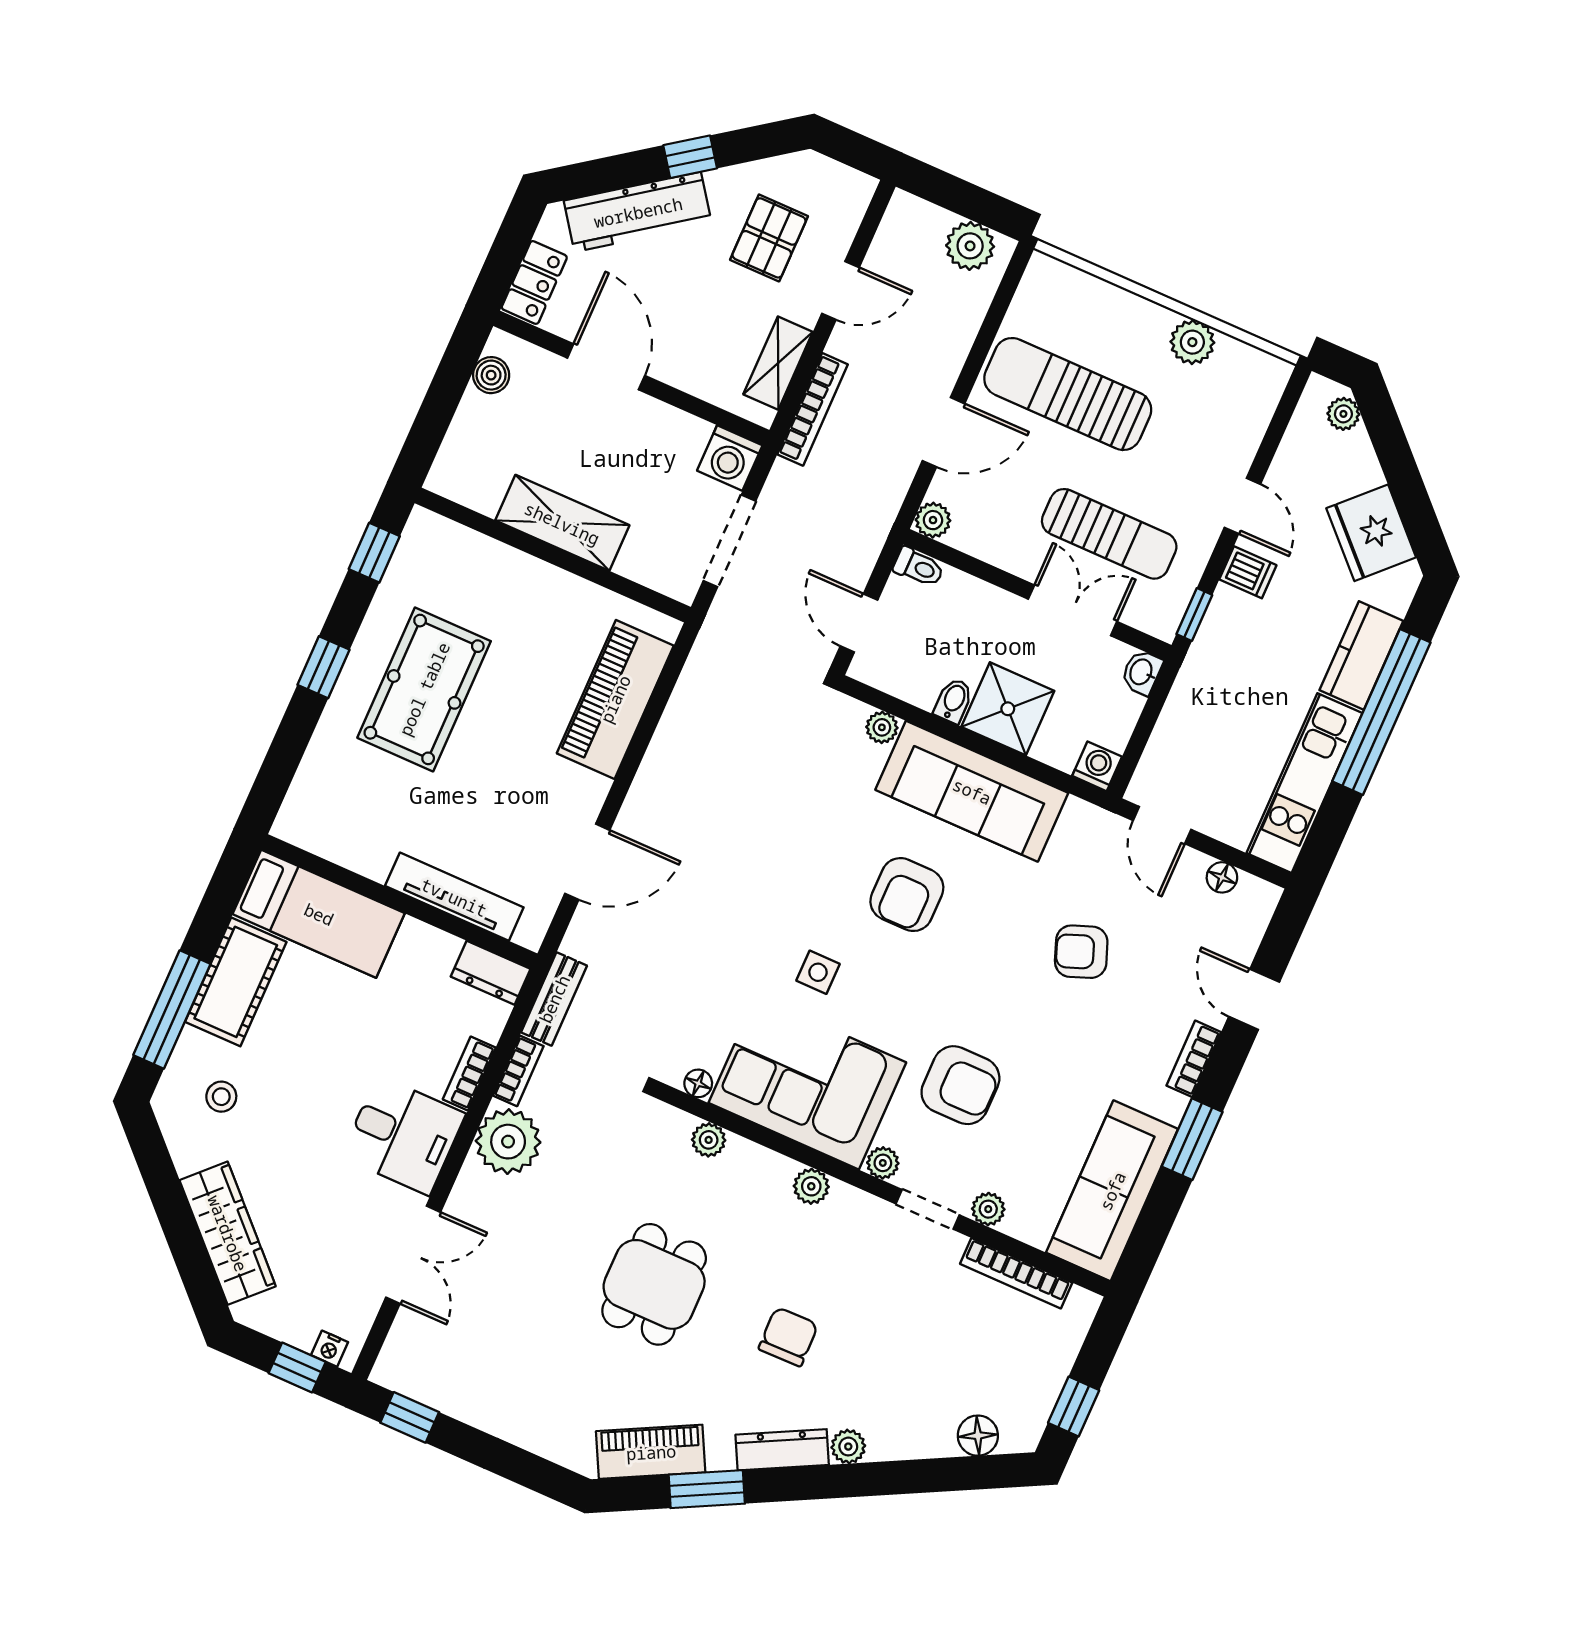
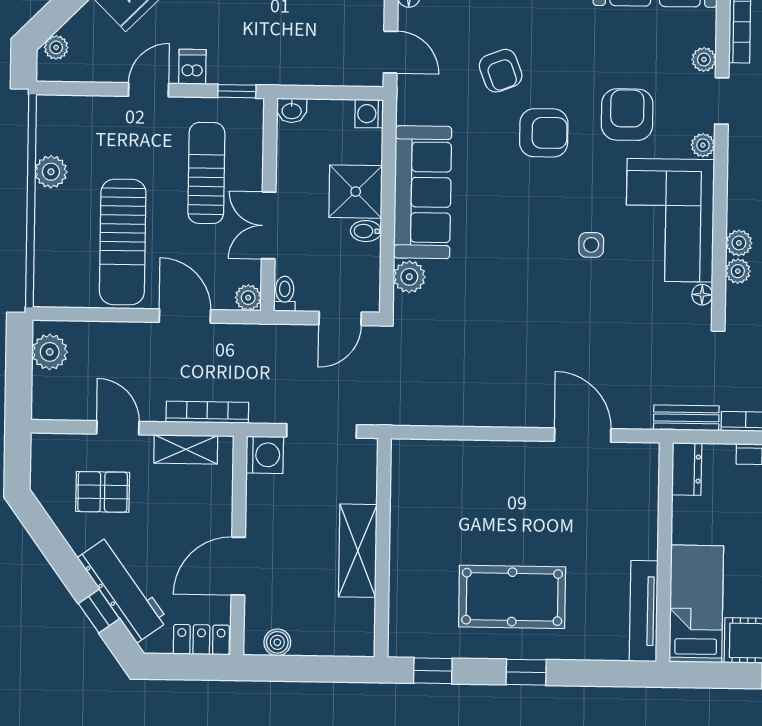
window: (690, 157) -> (99, 611), moved
double door: (1073, 610) -> (269, 225), moved
piano: (615, 699) -> (463, 463), removed
plant: (882, 727) -> (409, 277), width x1.38, depth x1.38
door: (1162, 825) -> (390, 52), hinge flipped
armchair: (907, 895) -> (544, 133), moved
tv unit: (454, 897) -> (644, 611), moved
plant: (811, 1186) -> (739, 243), moved

